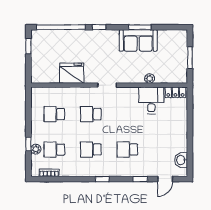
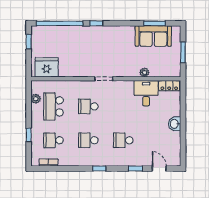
window: (140, 27) -> (155, 23), moved
sofa: (138, 40) -> (153, 36), moved
fridge: (72, 73) -> (47, 67), moved
school desk: (54, 114) -> (53, 106), width x1.85
plant: (36, 149) -> (36, 99), moved
washbasin: (181, 160) -> (175, 124), moved
door: (165, 179) -> (159, 168), swing flipped

